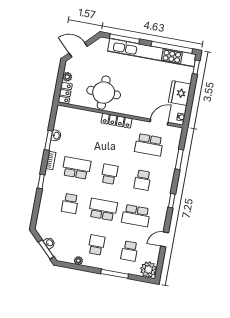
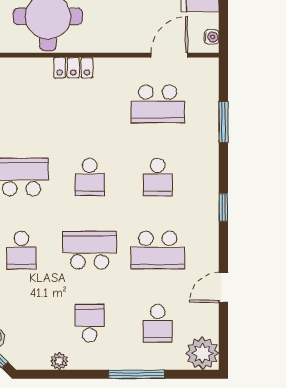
locker: (117, 121) -> (73, 68), width x0.66
school desk: (109, 174) -> (90, 177), turned 180

